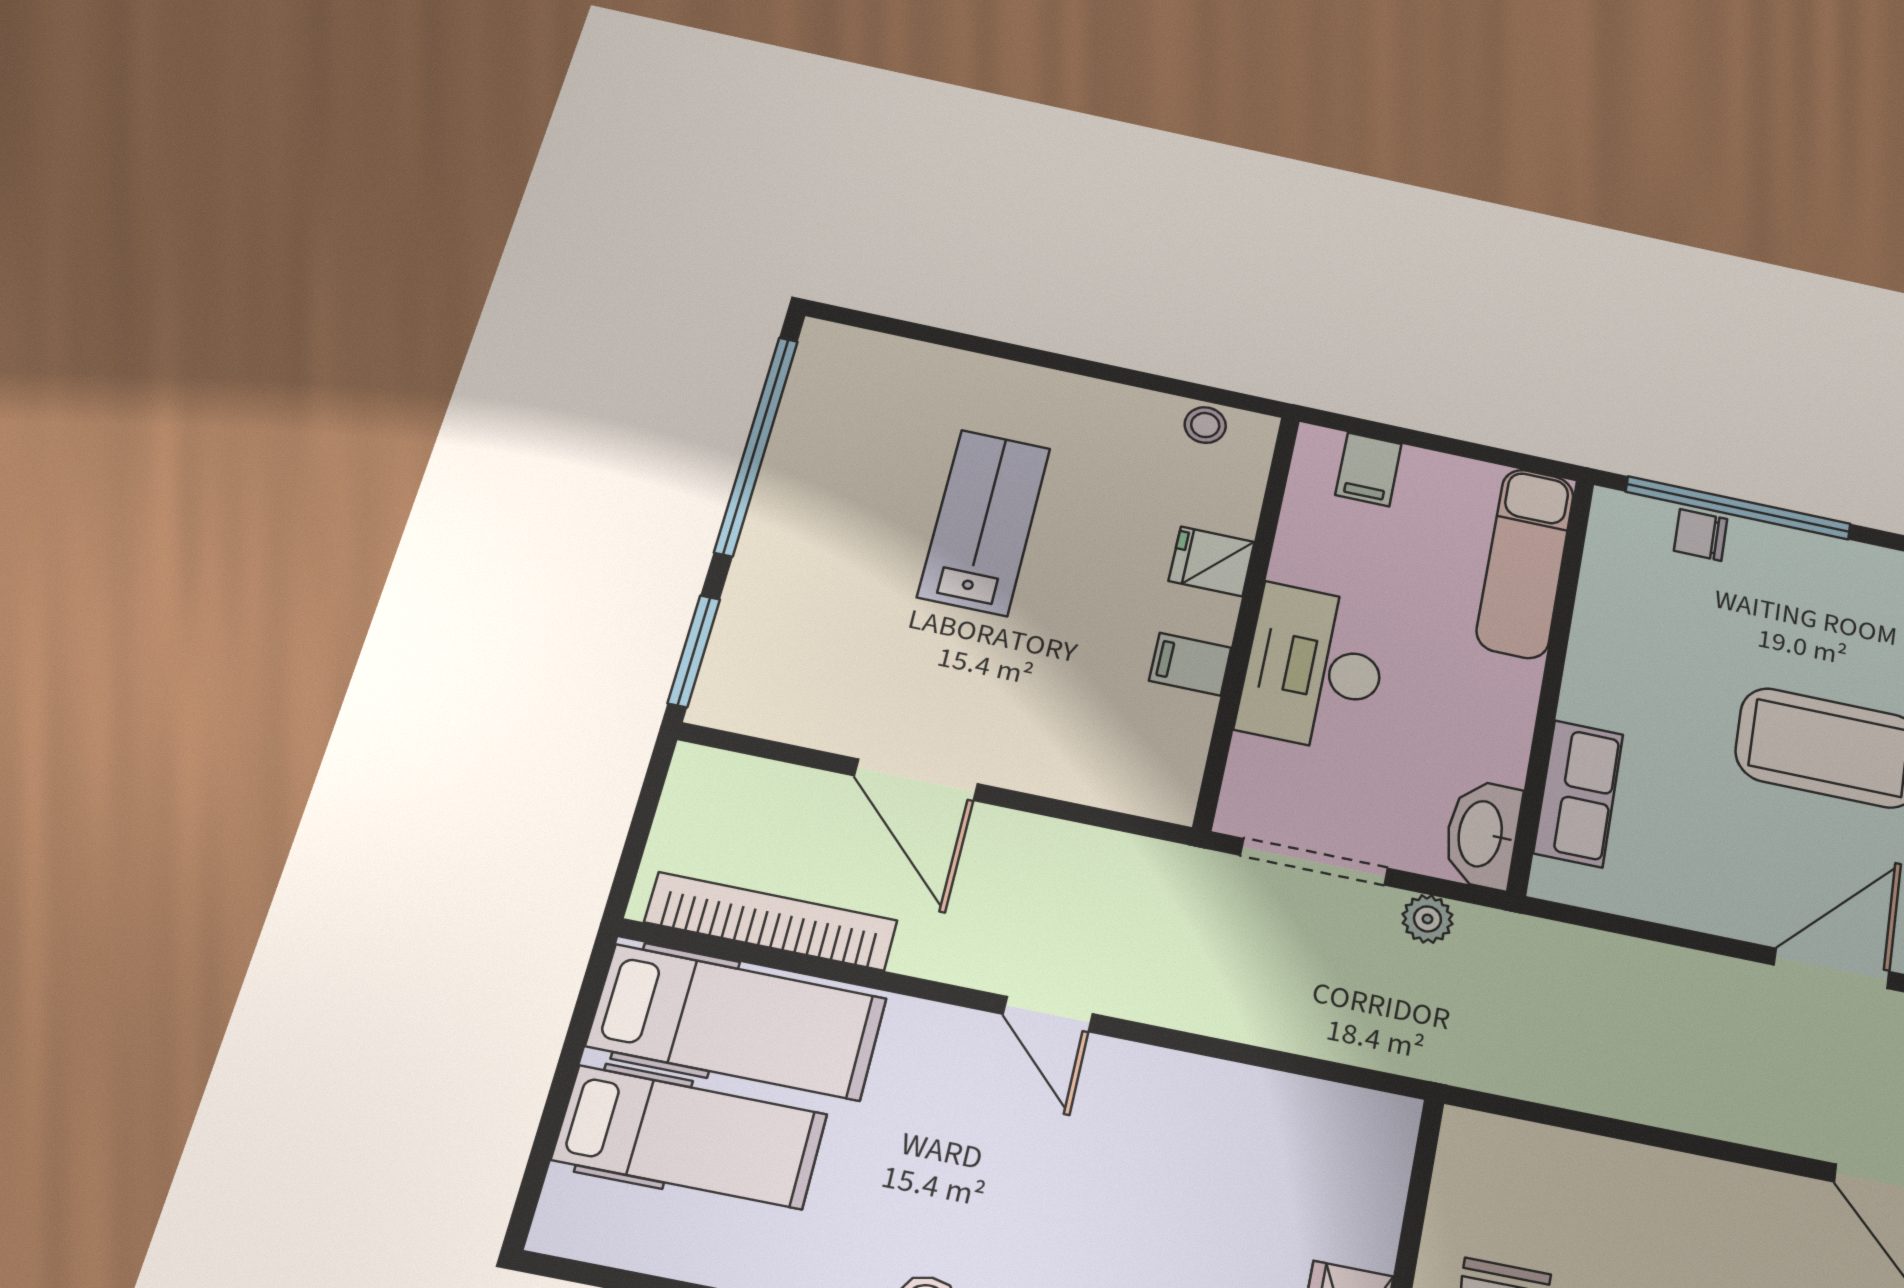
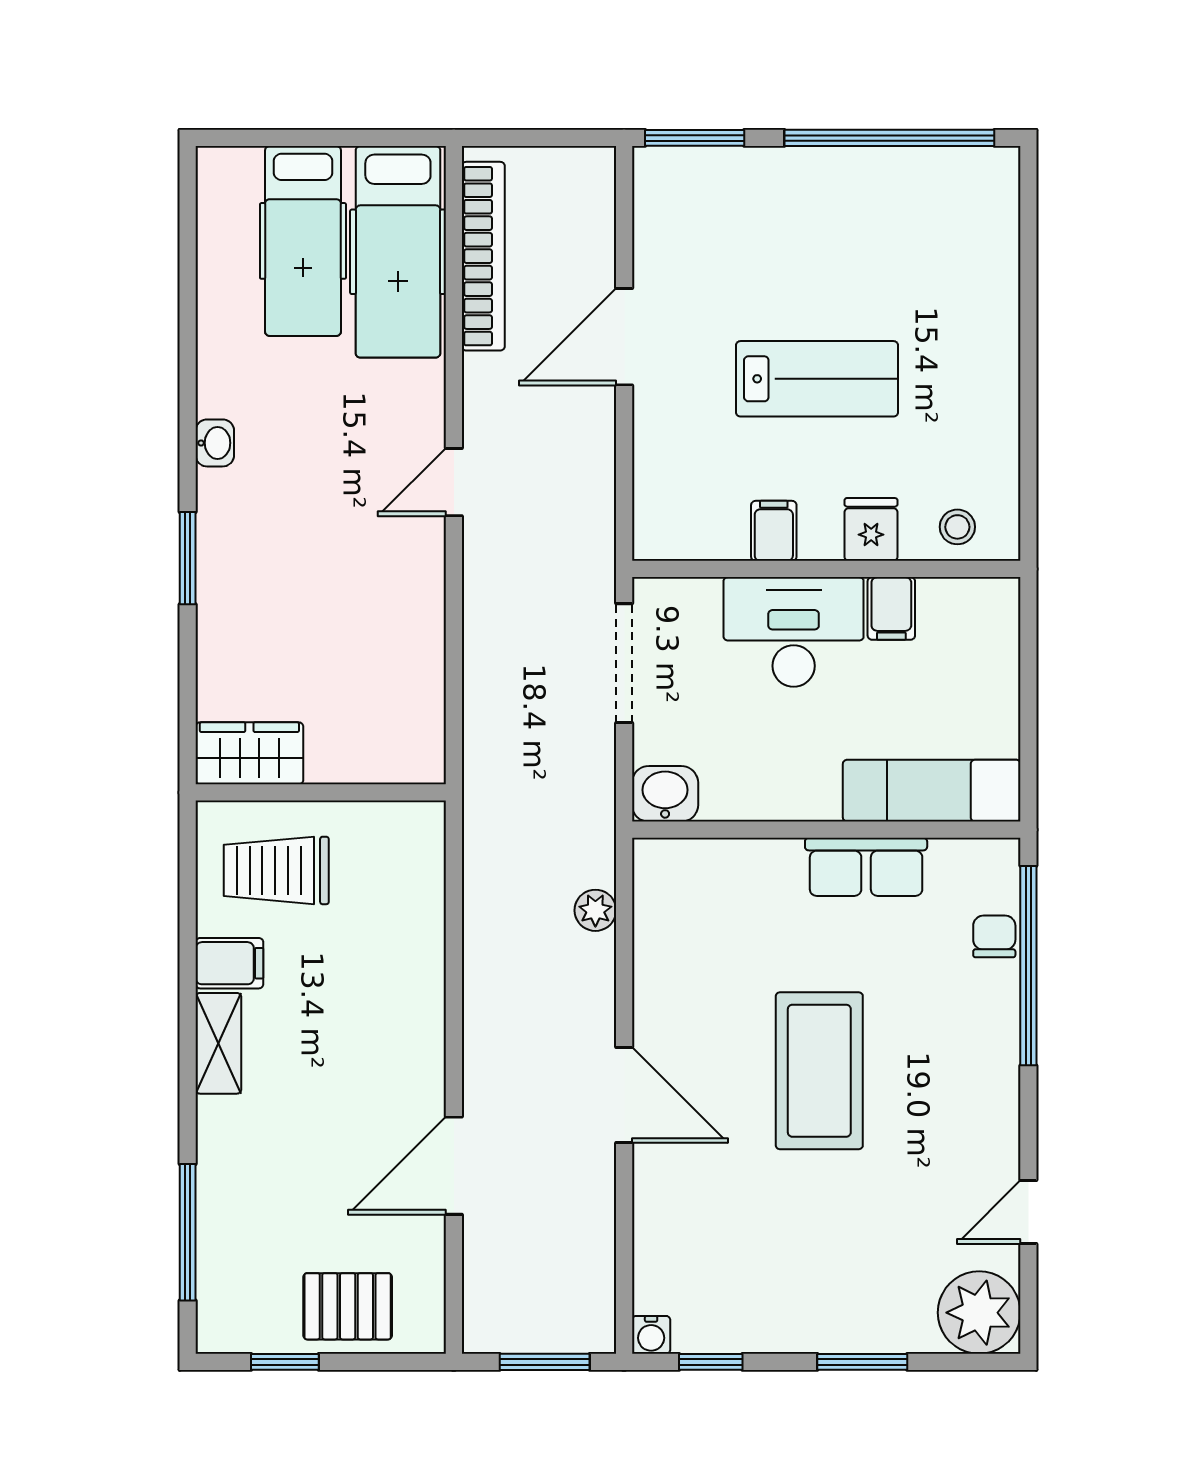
stool: (1205, 425) -> (957, 527), moved
filing cabinet: (1368, 469) -> (891, 608), moved, turned -90
lab bench: (984, 522) -> (817, 379), moved
row of seats: (1578, 793) -> (866, 867), moved
washbasin: (1482, 834) -> (665, 794), width x0.72
plant: (1427, 919) -> (595, 910), moved

